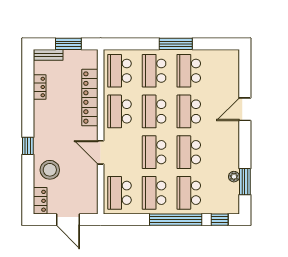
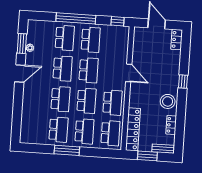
locker: (90, 98) -> (133, 129), moved
door: (245, 109) -> (20, 74), moved
stool: (50, 170) -> (168, 101), moved
school desk: (119, 193) -> (117, 41), removed
window: (220, 220) -> (117, 21), moved

